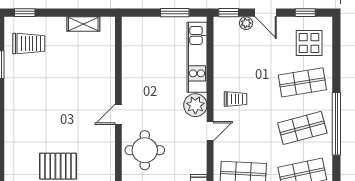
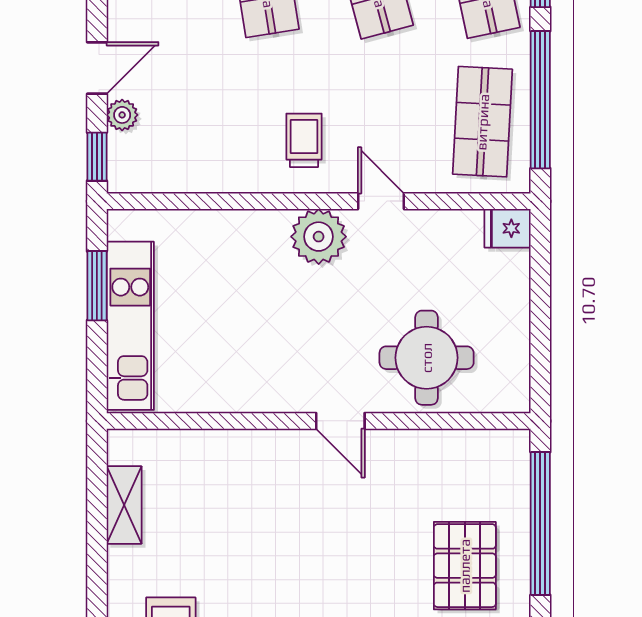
kitchen unit: (197, 57) -> (130, 326), moved, turned -90

